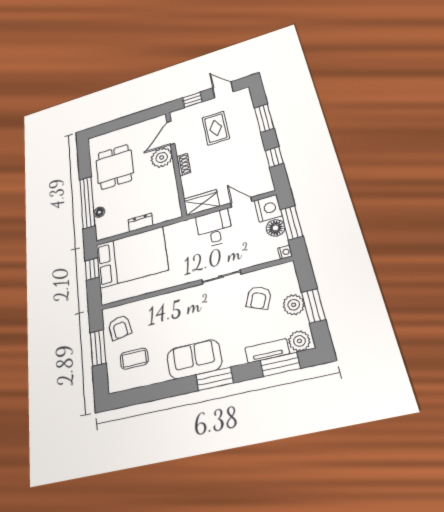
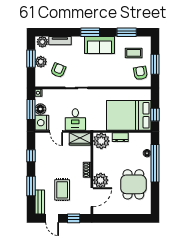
bench: (246, 103) -> (40, 202), added
plant: (168, 209) -> (101, 141), added
window: (280, 364) -> (127, 32), moved

